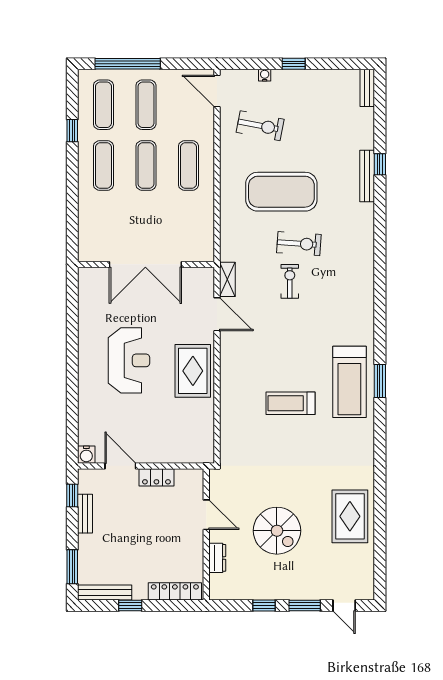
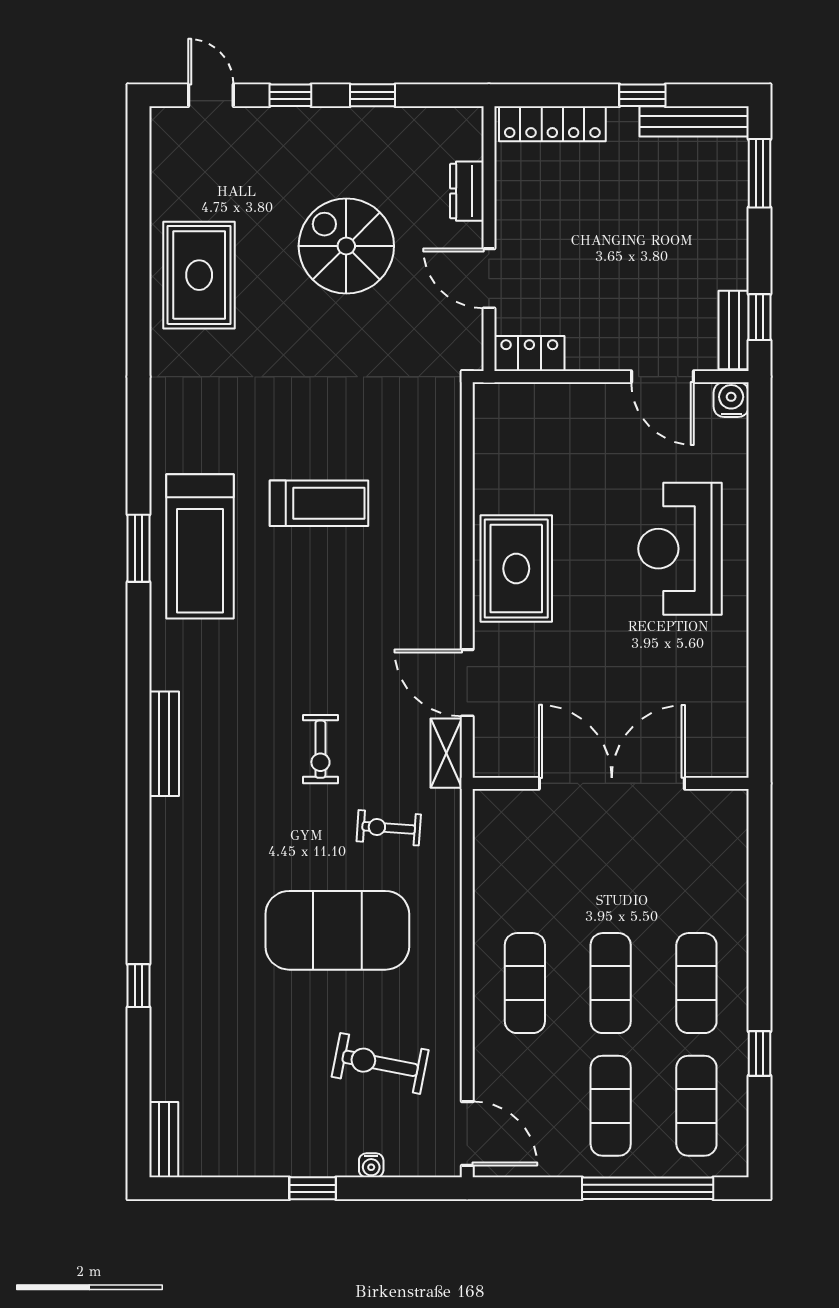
bench: (367, 176) -> (164, 744), moved
exercise bike: (299, 244) -> (389, 828), moved, width x0.73, depth x0.72
reception desk: (129, 360) -> (680, 549), moved
treadmill: (349, 382) -> (200, 546), turned 180
locker: (156, 477) -> (529, 354), moved
bench: (85, 514) -> (734, 330), moved
window: (305, 605) -> (290, 95), width x0.67

